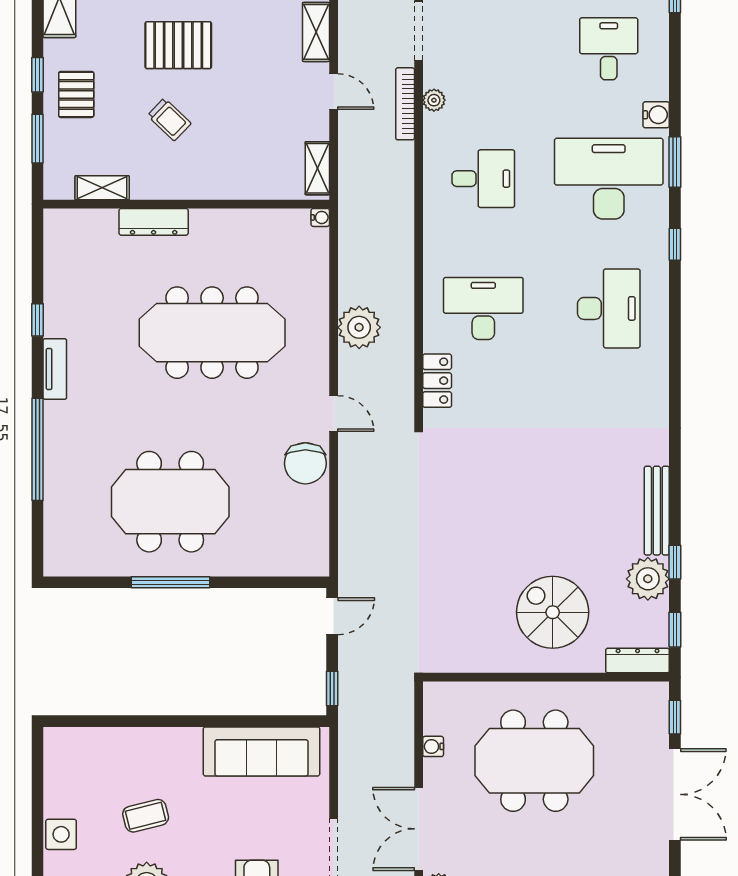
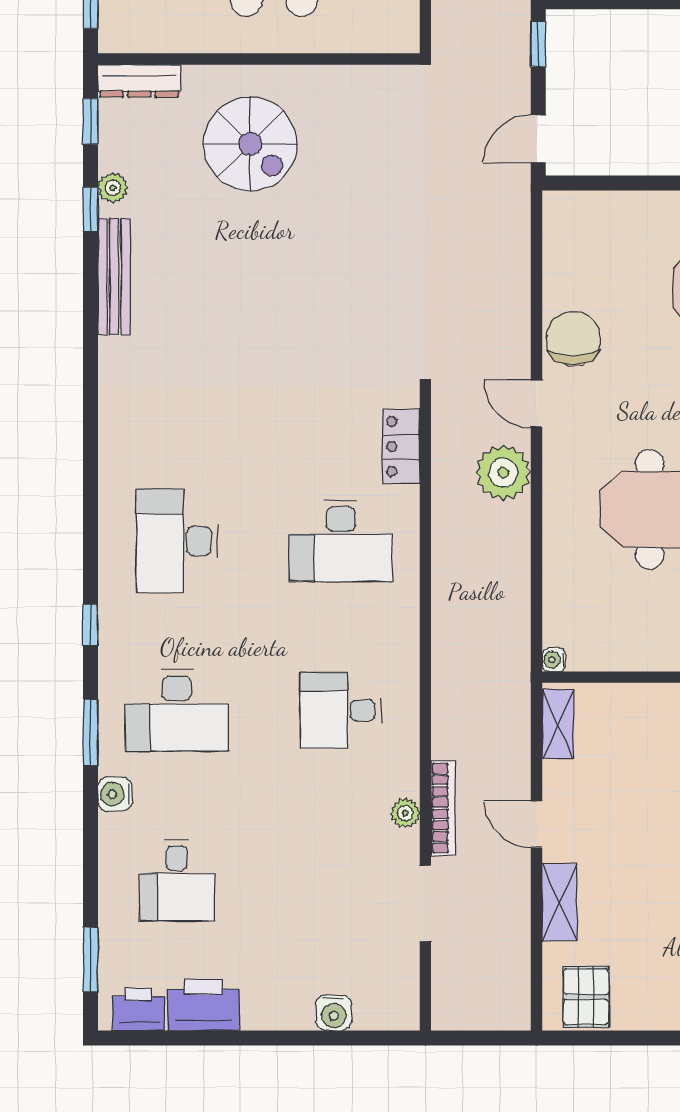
desk: (609, 179) -> (177, 711), width x0.73, depth x0.77
plant: (359, 327) -> (503, 473), moved
plant: (648, 579) -> (113, 188), width x0.53, depth x0.53

